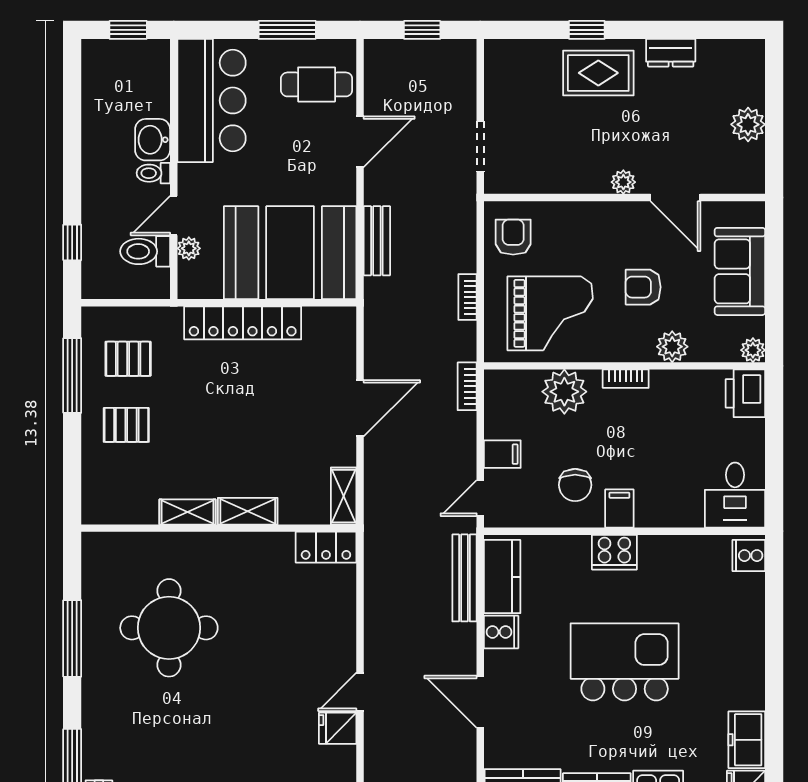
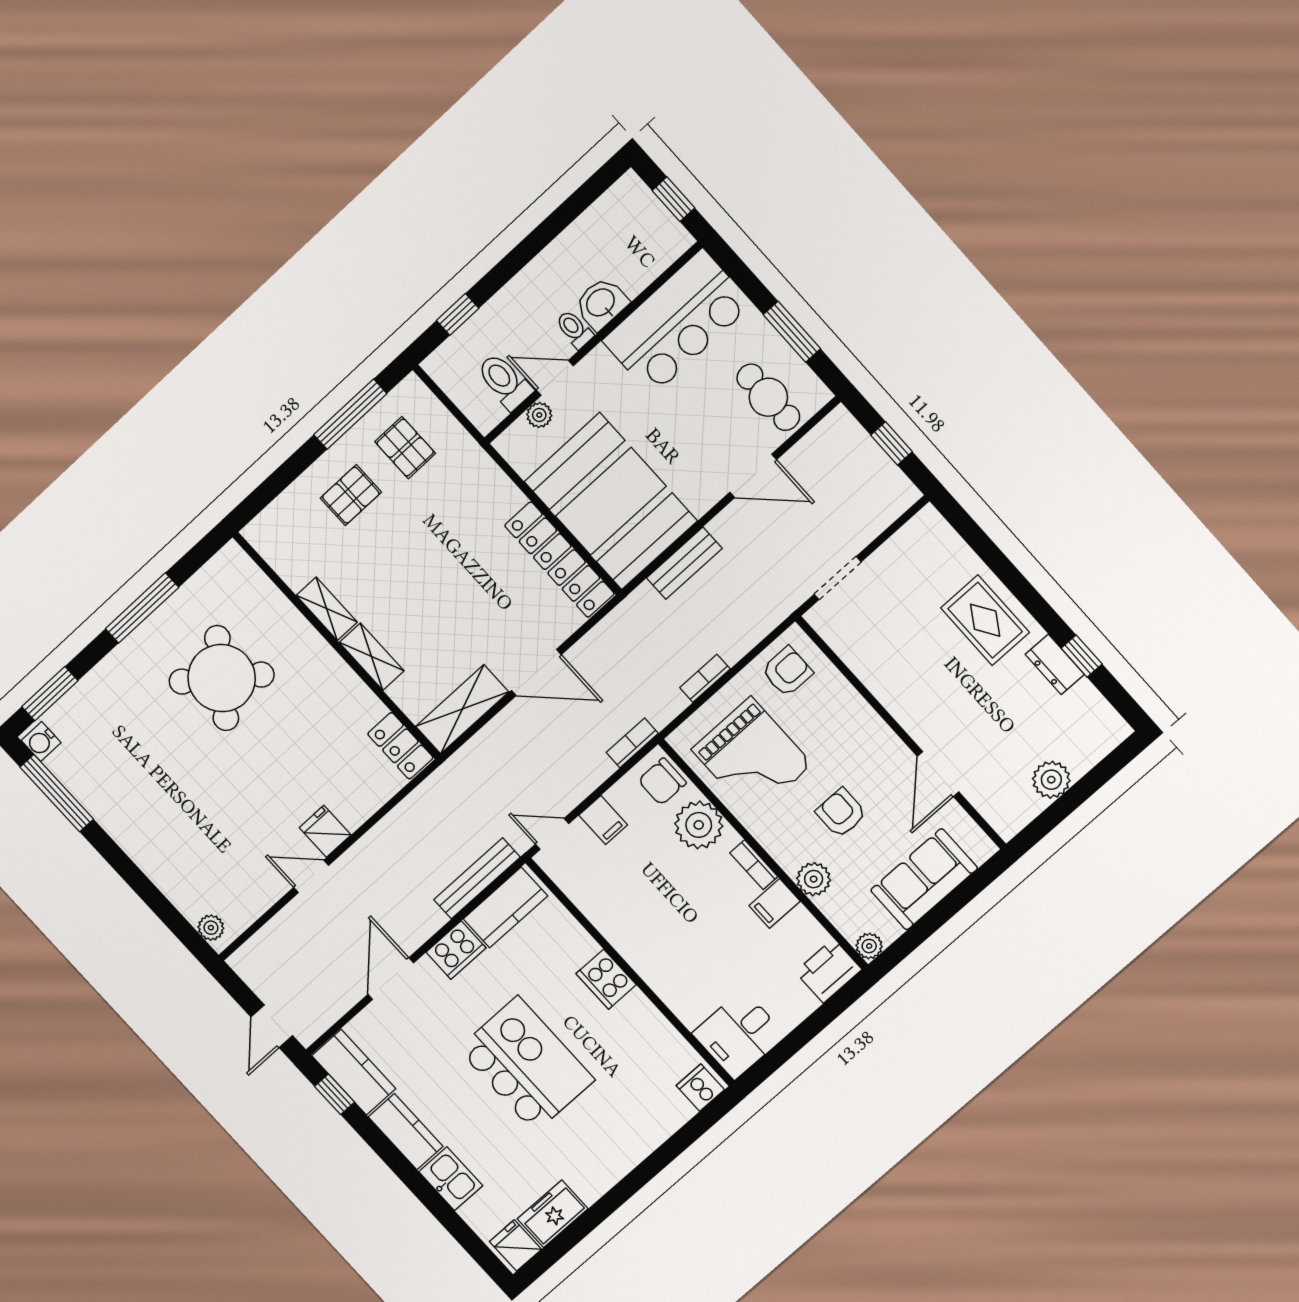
window: (587, 30) -> (1082, 656), moved
plant: (623, 182) -> (913, 721), removed
locker: (243, 323) -> (559, 560), moved
pallet: (126, 425) -> (351, 495), turned 90
chair: (575, 485) -> (662, 782), moved
shelving: (344, 496) -> (462, 709), width x1.50, depth x1.33
filing cabinet: (619, 509) -> (775, 903), moved, turned 180
round table: (169, 628) -> (222, 678), turned 37
cooker: (501, 632) -> (456, 950), width x1.36
fridge: (338, 728) -> (325, 831), moved

